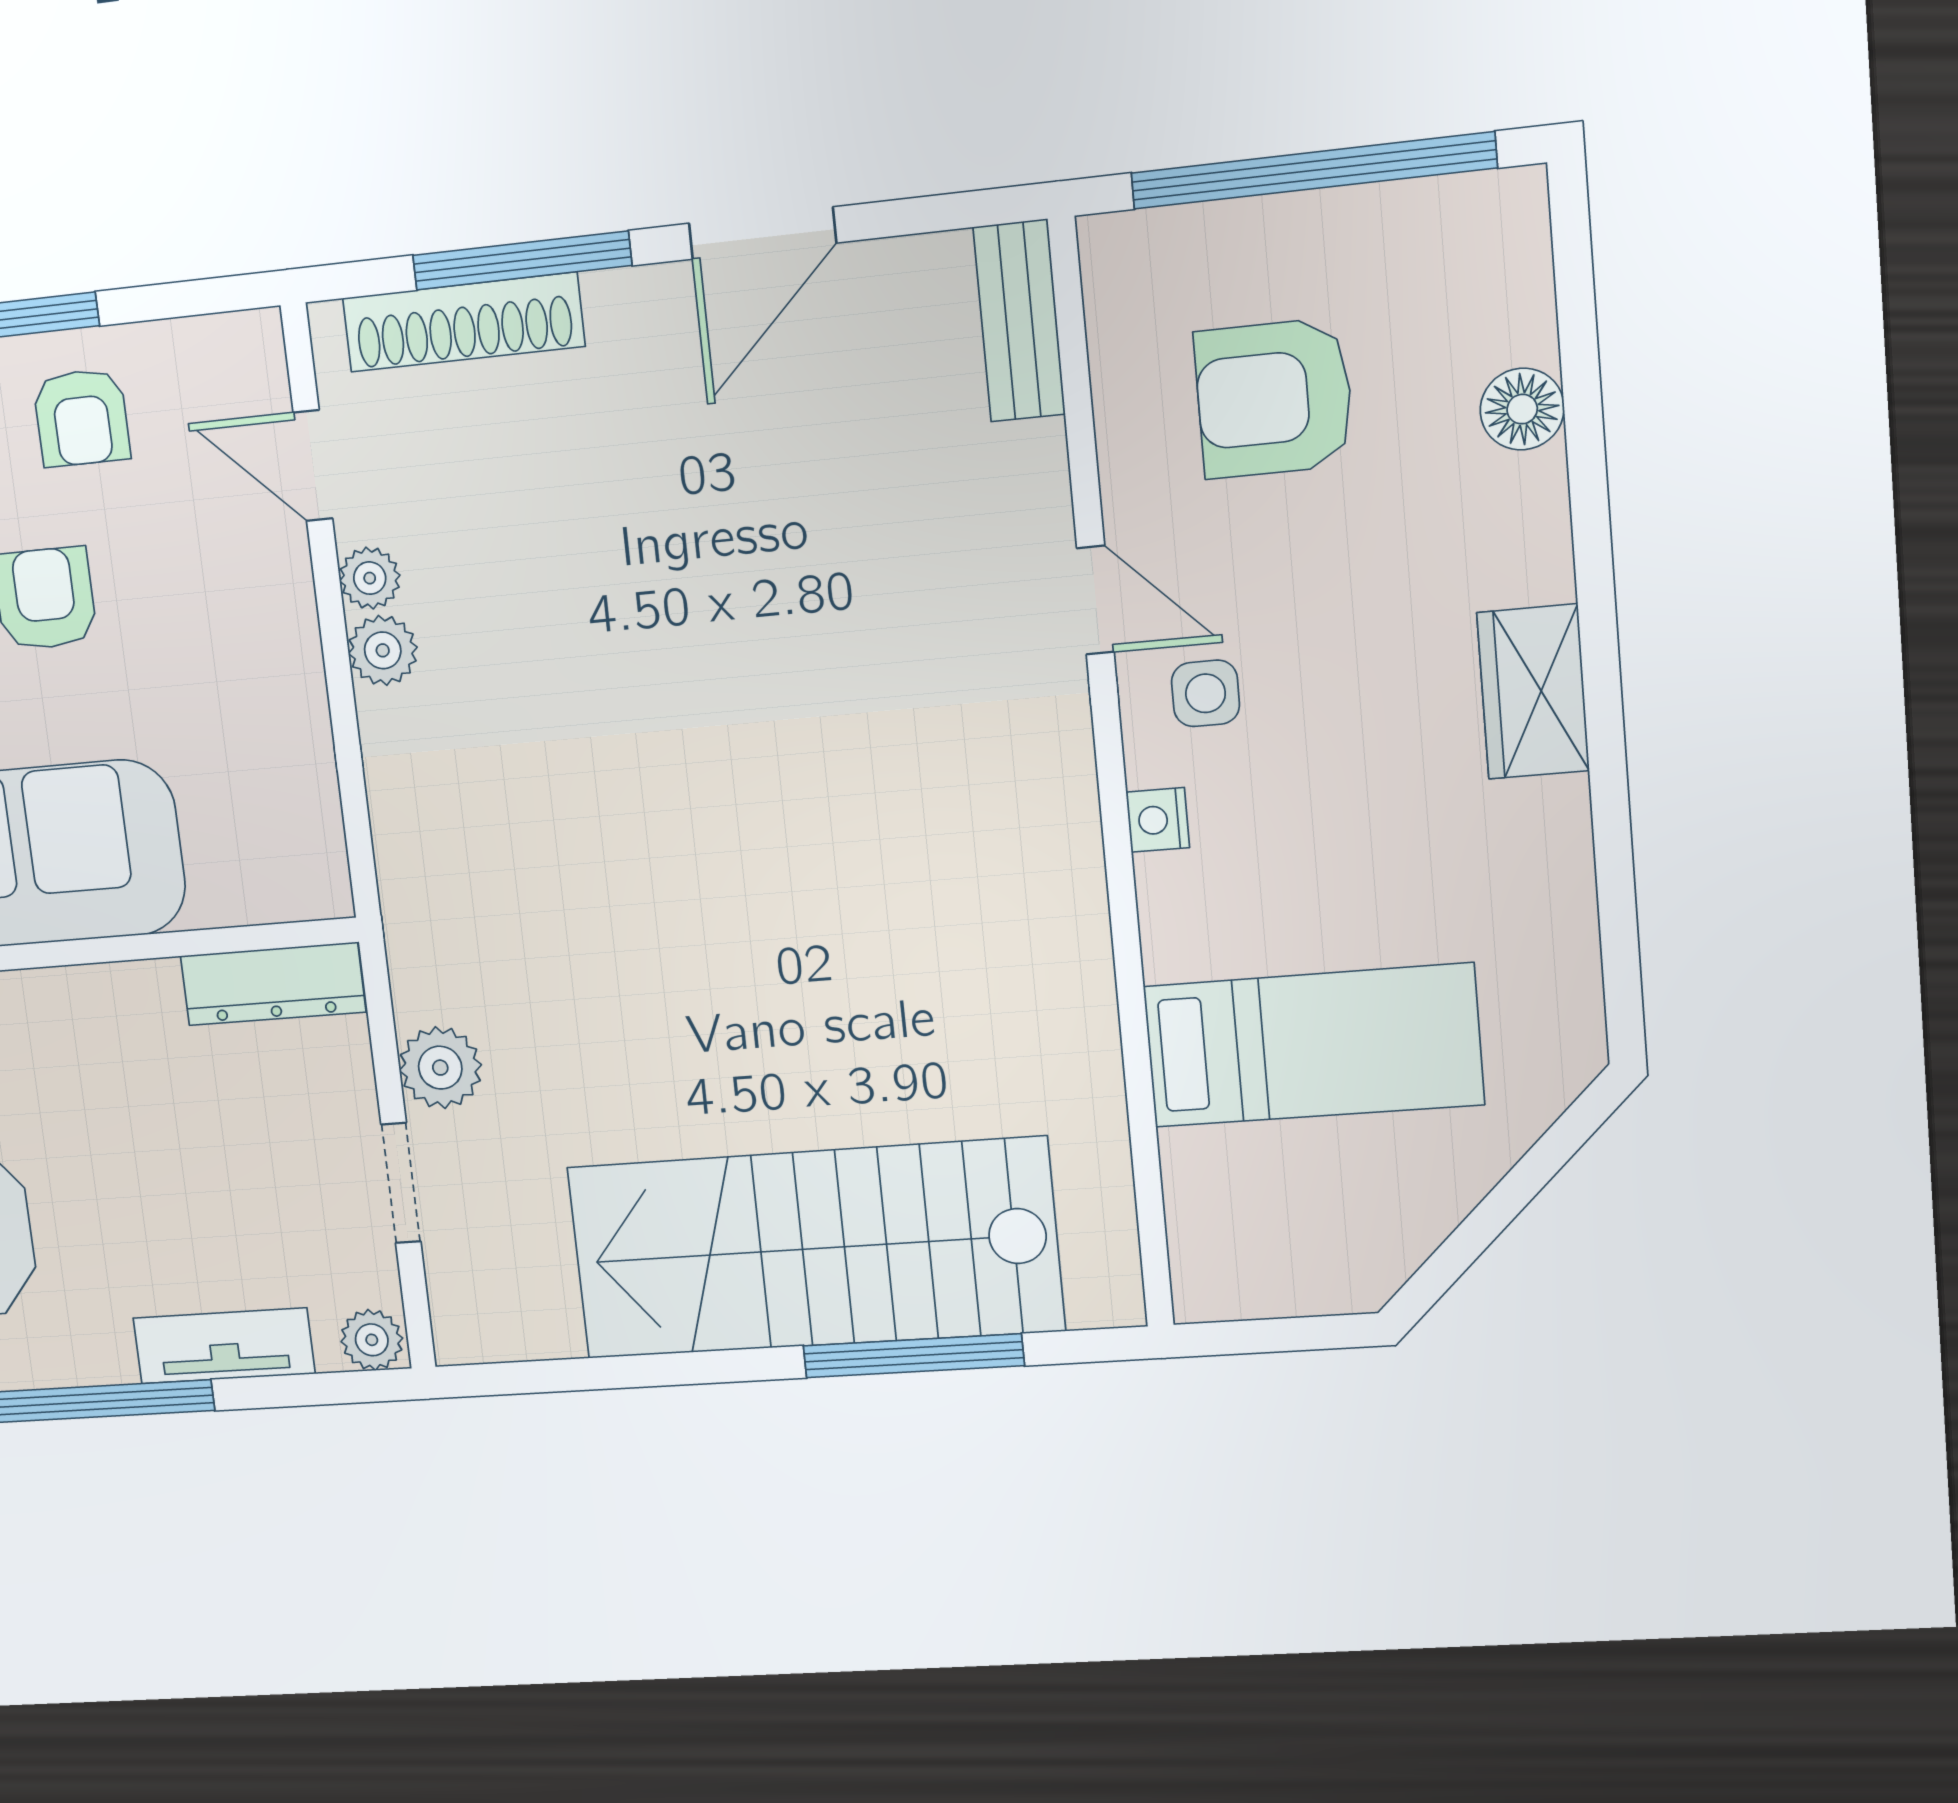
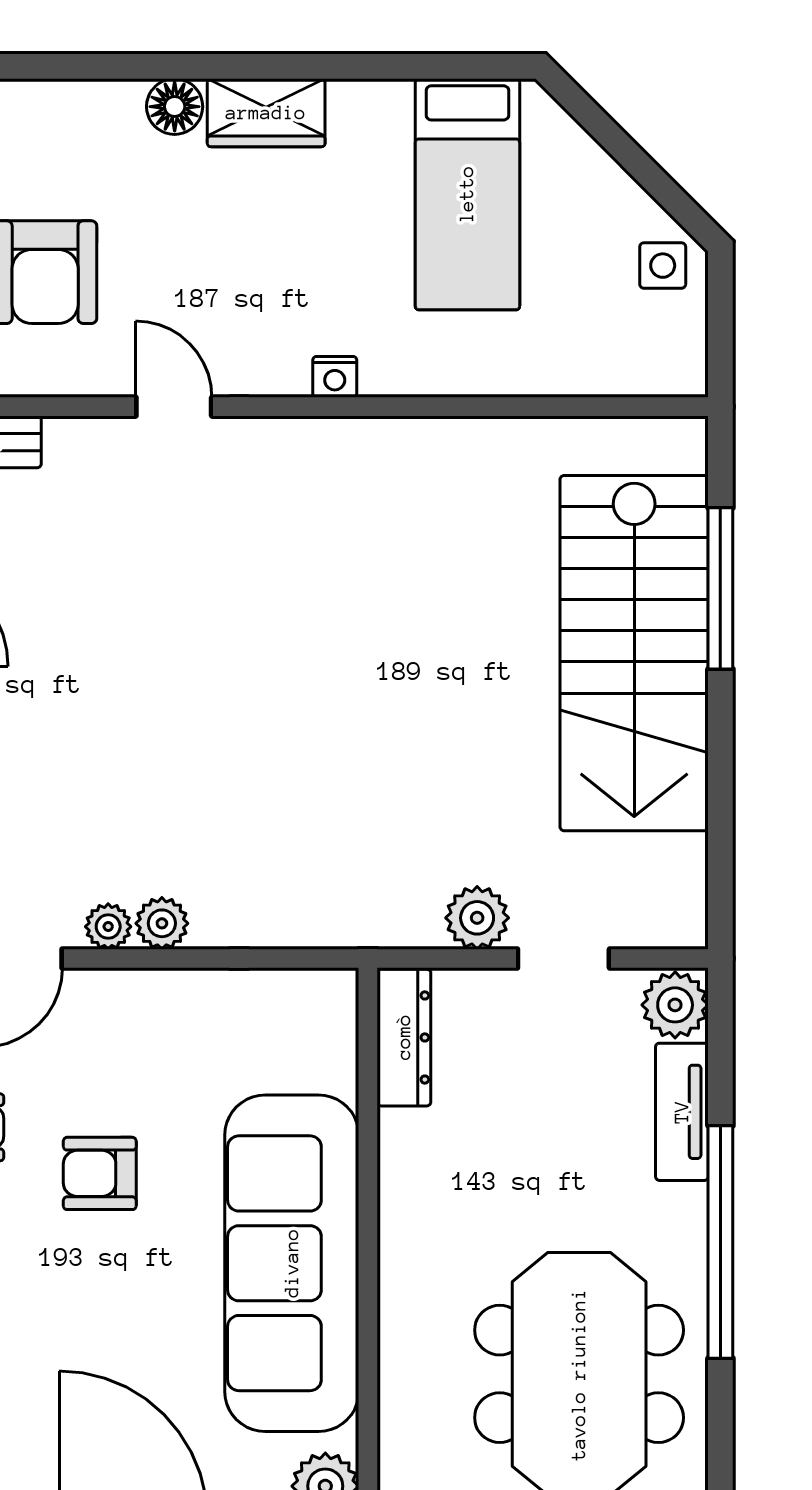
floor lamp: (1522, 409) -> (175, 107), moved
door: (1095, 600) -> (174, 407), hinge flipped
side table: (1206, 693) -> (663, 266), moved
bed: (1313, 1045) -> (467, 194), moved, turned 180
plant: (372, 1340) -> (675, 1005), width x1.38, depth x1.38

